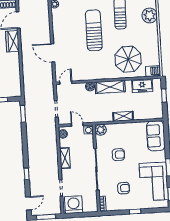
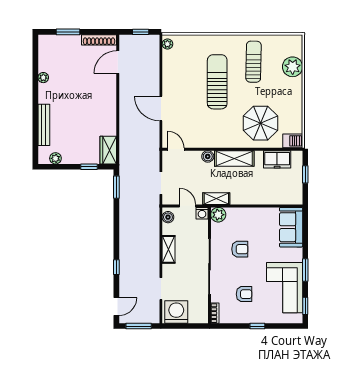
wardrobe: (12, 41) -> (108, 150), moved
door: (66, 83) -> (176, 149), hinge flipped
shelving: (123, 116) -> (216, 199), moved

